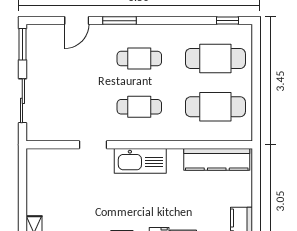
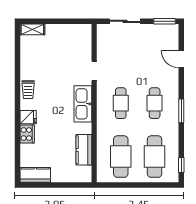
window: (119, 21) -> (181, 111), moved
kitchen counter: (217, 159) -> (84, 150), width x0.67

